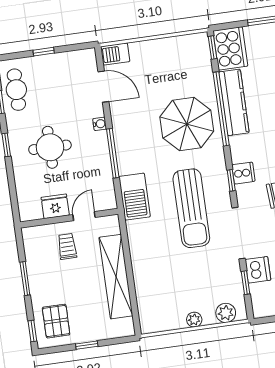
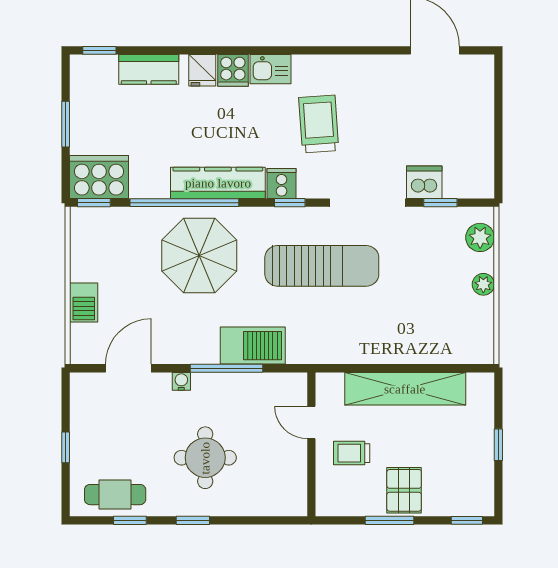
barbecue: (115, 54) -> (84, 303), moved
kitchen counter: (234, 102) -> (218, 183), moved
barbecue: (135, 197) -> (253, 346), moved
fridge: (55, 206) -> (291, 462), removed
pallet: (56, 321) -> (404, 490), moved, turned 90

